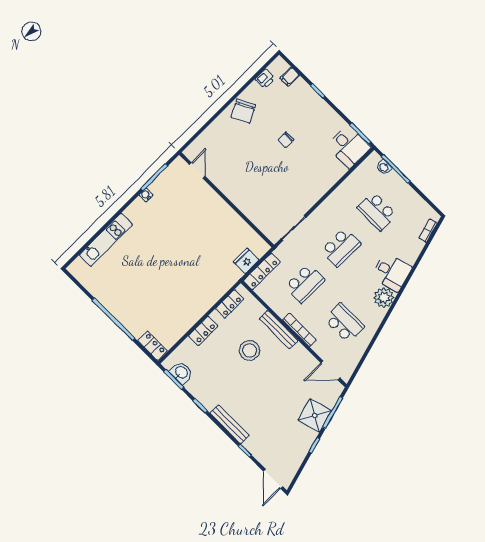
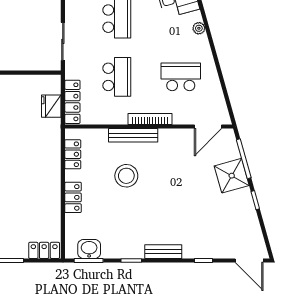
plant: (384, 298) -> (199, 28), width x0.53, depth x0.53
bench: (230, 424) -> (163, 252), width x0.73

